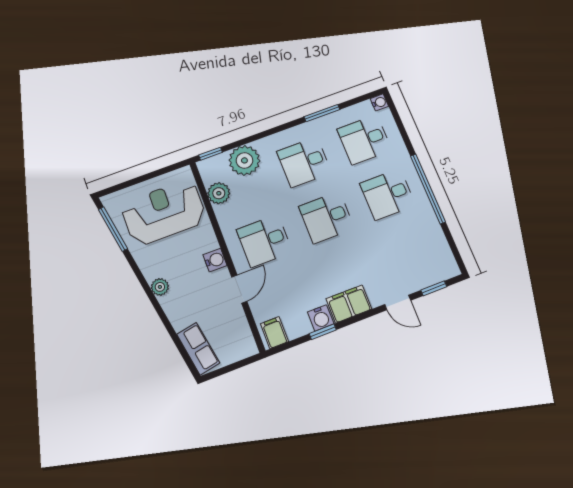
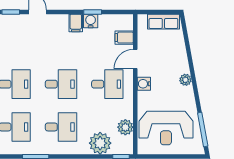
filing cabinet: (349, 304) -> (76, 23), width x0.50
filing cabinet: (274, 333) -> (124, 38), moved, turned 90
row of seats: (198, 349) -> (163, 22), moved, turned -80

